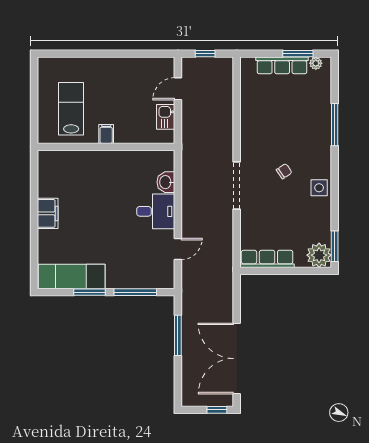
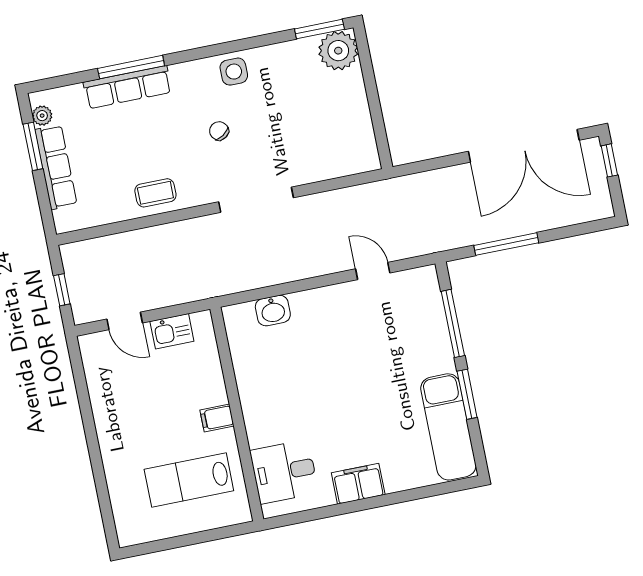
coffee table: (254, 124) -> (155, 193), added
desk: (156, 211) -> (284, 472), moved, turned -90
row of seats: (267, 259) -> (127, 87), moved, turned -90

